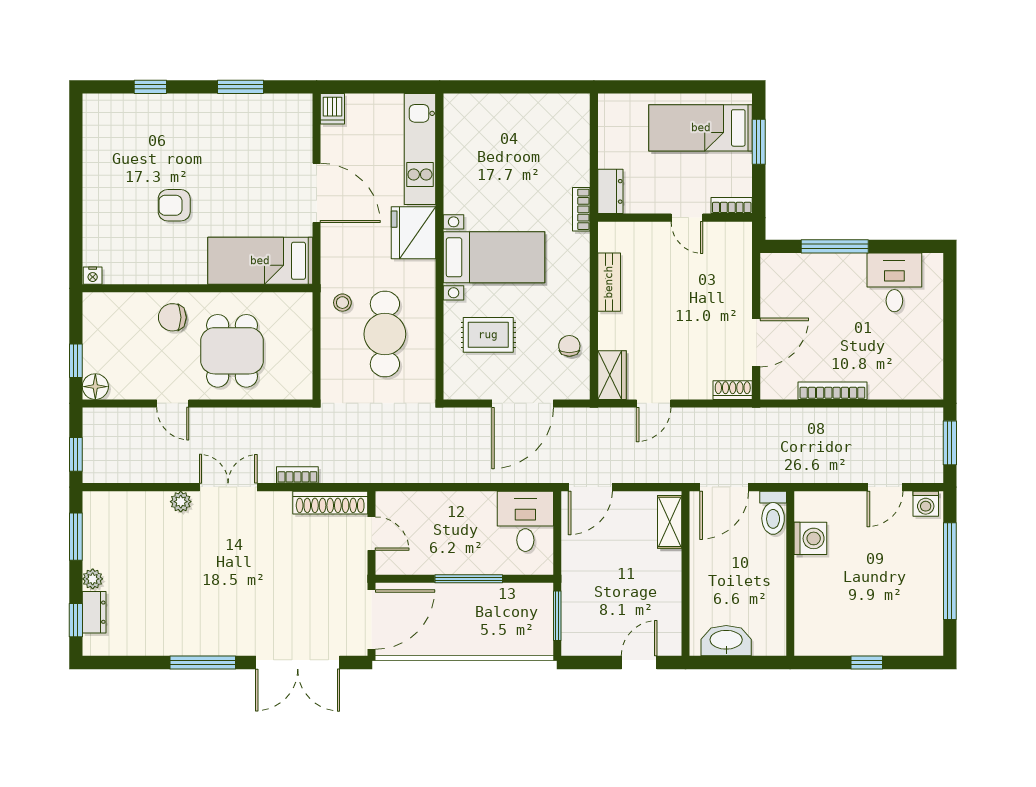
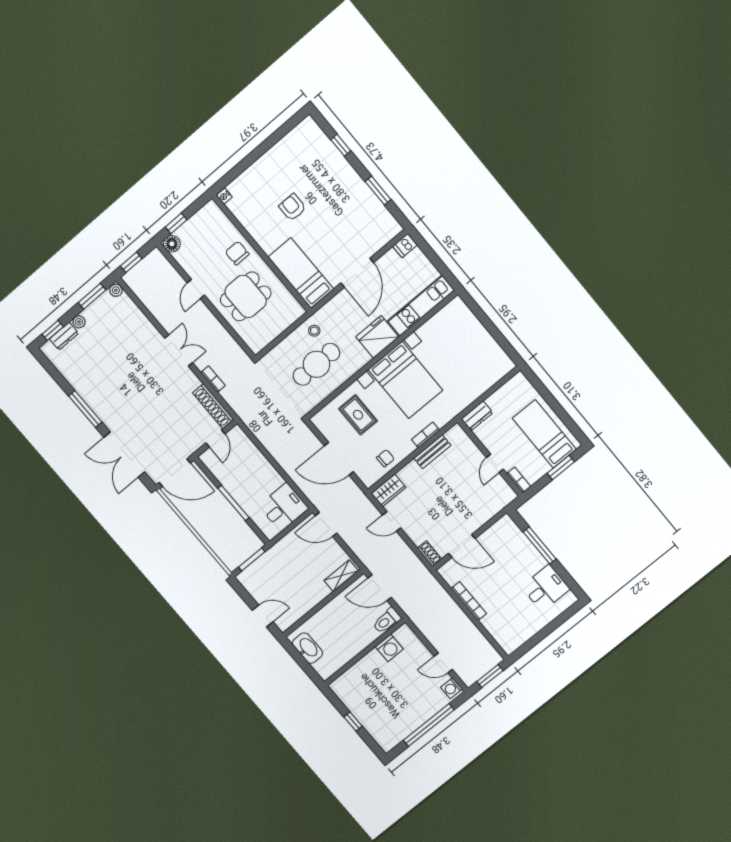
bookcase: (581, 209) -> (425, 435), moved
bed with nightstands: (494, 257) -> (405, 380), width x1.36
plant: (181, 502) -> (116, 290), moved

